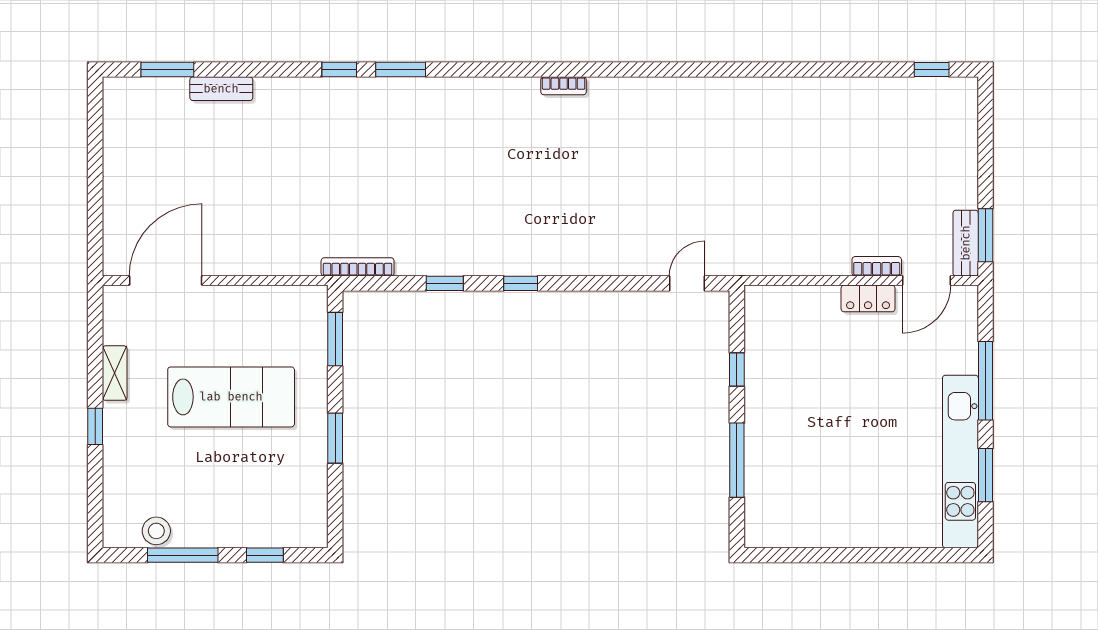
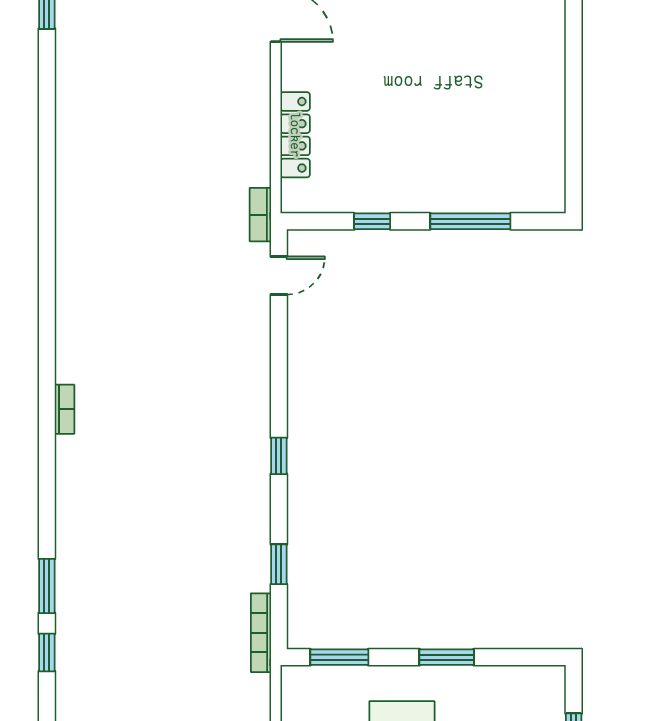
bookcase: (877, 266) -> (260, 215), moved
window: (445, 283) -> (279, 564), moved
door: (687, 283) -> (279, 276), swing flipped
locker: (868, 298) -> (295, 135), moved, width x1.53

